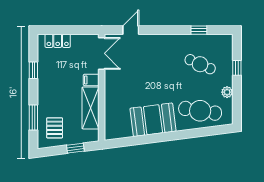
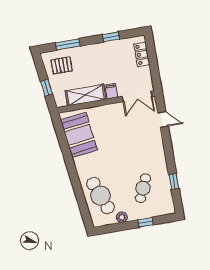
cafe table: (200, 111) -> (100, 196), turned -30
booth: (153, 120) -> (79, 135), moved

